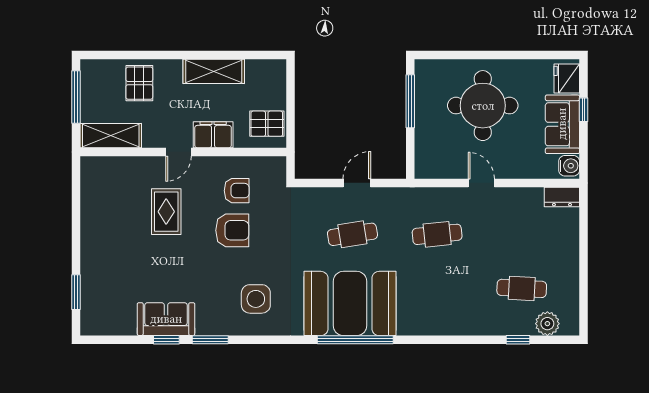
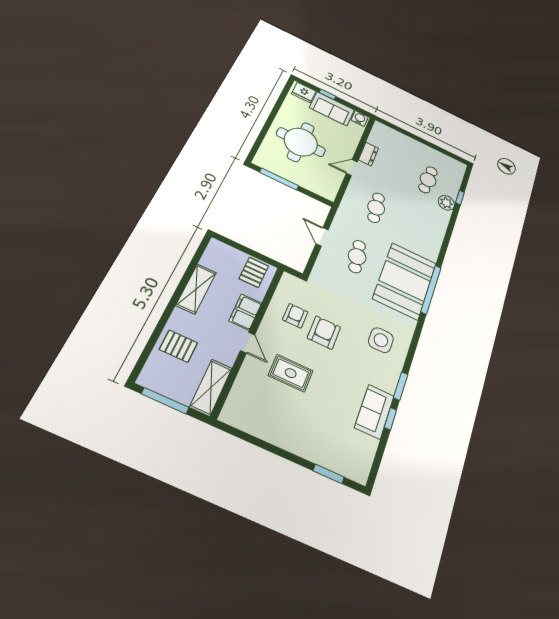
dresser: (562, 197) -> (368, 154), moved
plant: (547, 324) -> (446, 203), moved

